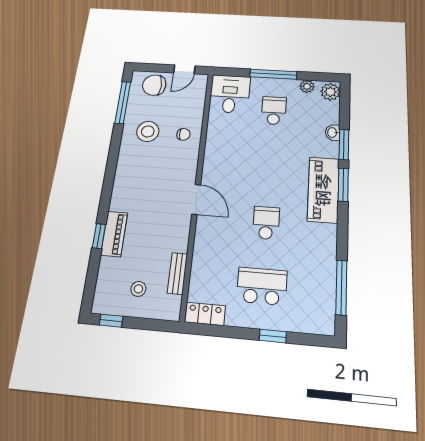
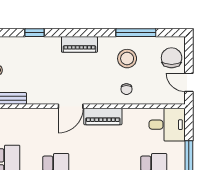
window: (123, 102) -> (136, 33), moved
piano: (213, 163) -> (103, 116), added
piano: (114, 234) -> (79, 44), moved

